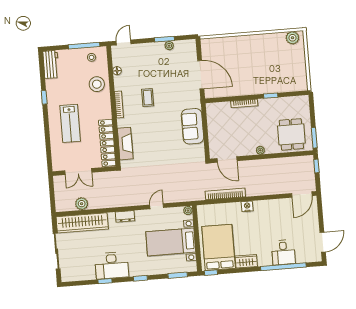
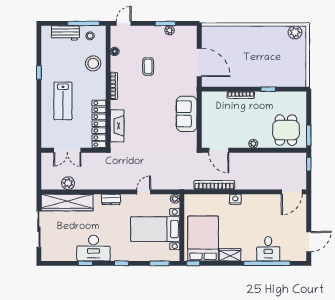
workbench: (51, 64) -> (65, 33), moved, turned 90
coffee table: (148, 98) -> (148, 66), moved

